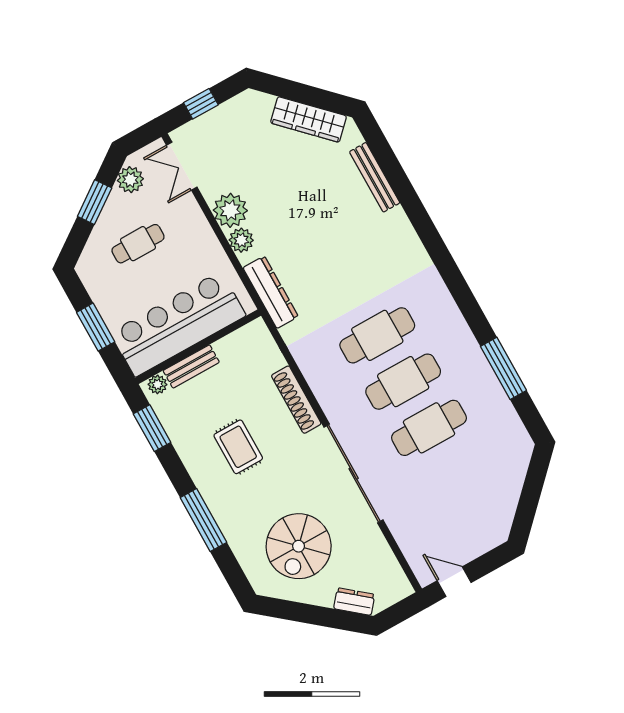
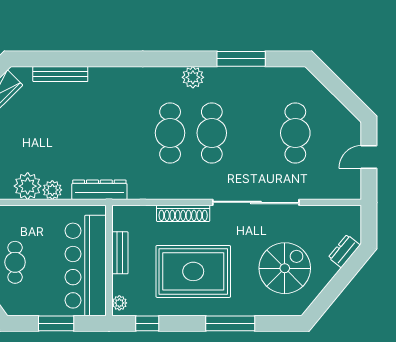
plant: (453, 326) -> (193, 77), added
bench: (191, 366) -> (120, 253), moved
window: (152, 428) -> (147, 323), width x0.67
cafe table: (429, 428) -> (295, 133), moved
rug: (238, 447) -> (193, 271), width x1.86, depth x2.06
spiral stairs: (299, 546) -> (285, 268), turned -90
door: (454, 582) -> (369, 157), moved

